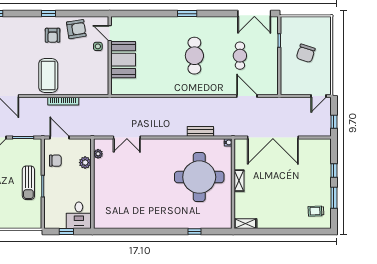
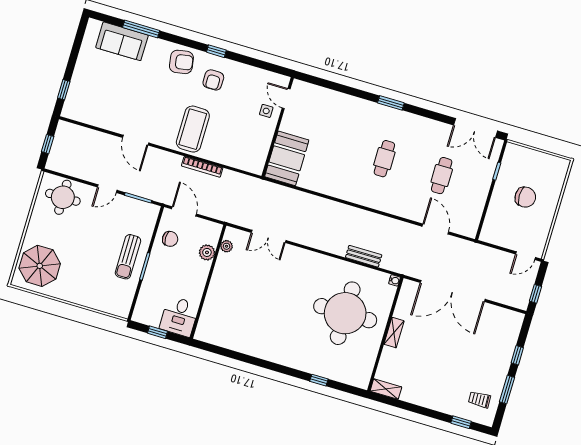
armchair: (76, 29) -> (181, 62), moved
chair: (306, 53) -> (525, 197), turned -108
cafe table: (194, 56) -> (384, 159), width x0.73, depth x0.74
booth: (123, 60) -> (287, 158), moved
window: (307, 232) -> (461, 422), added

